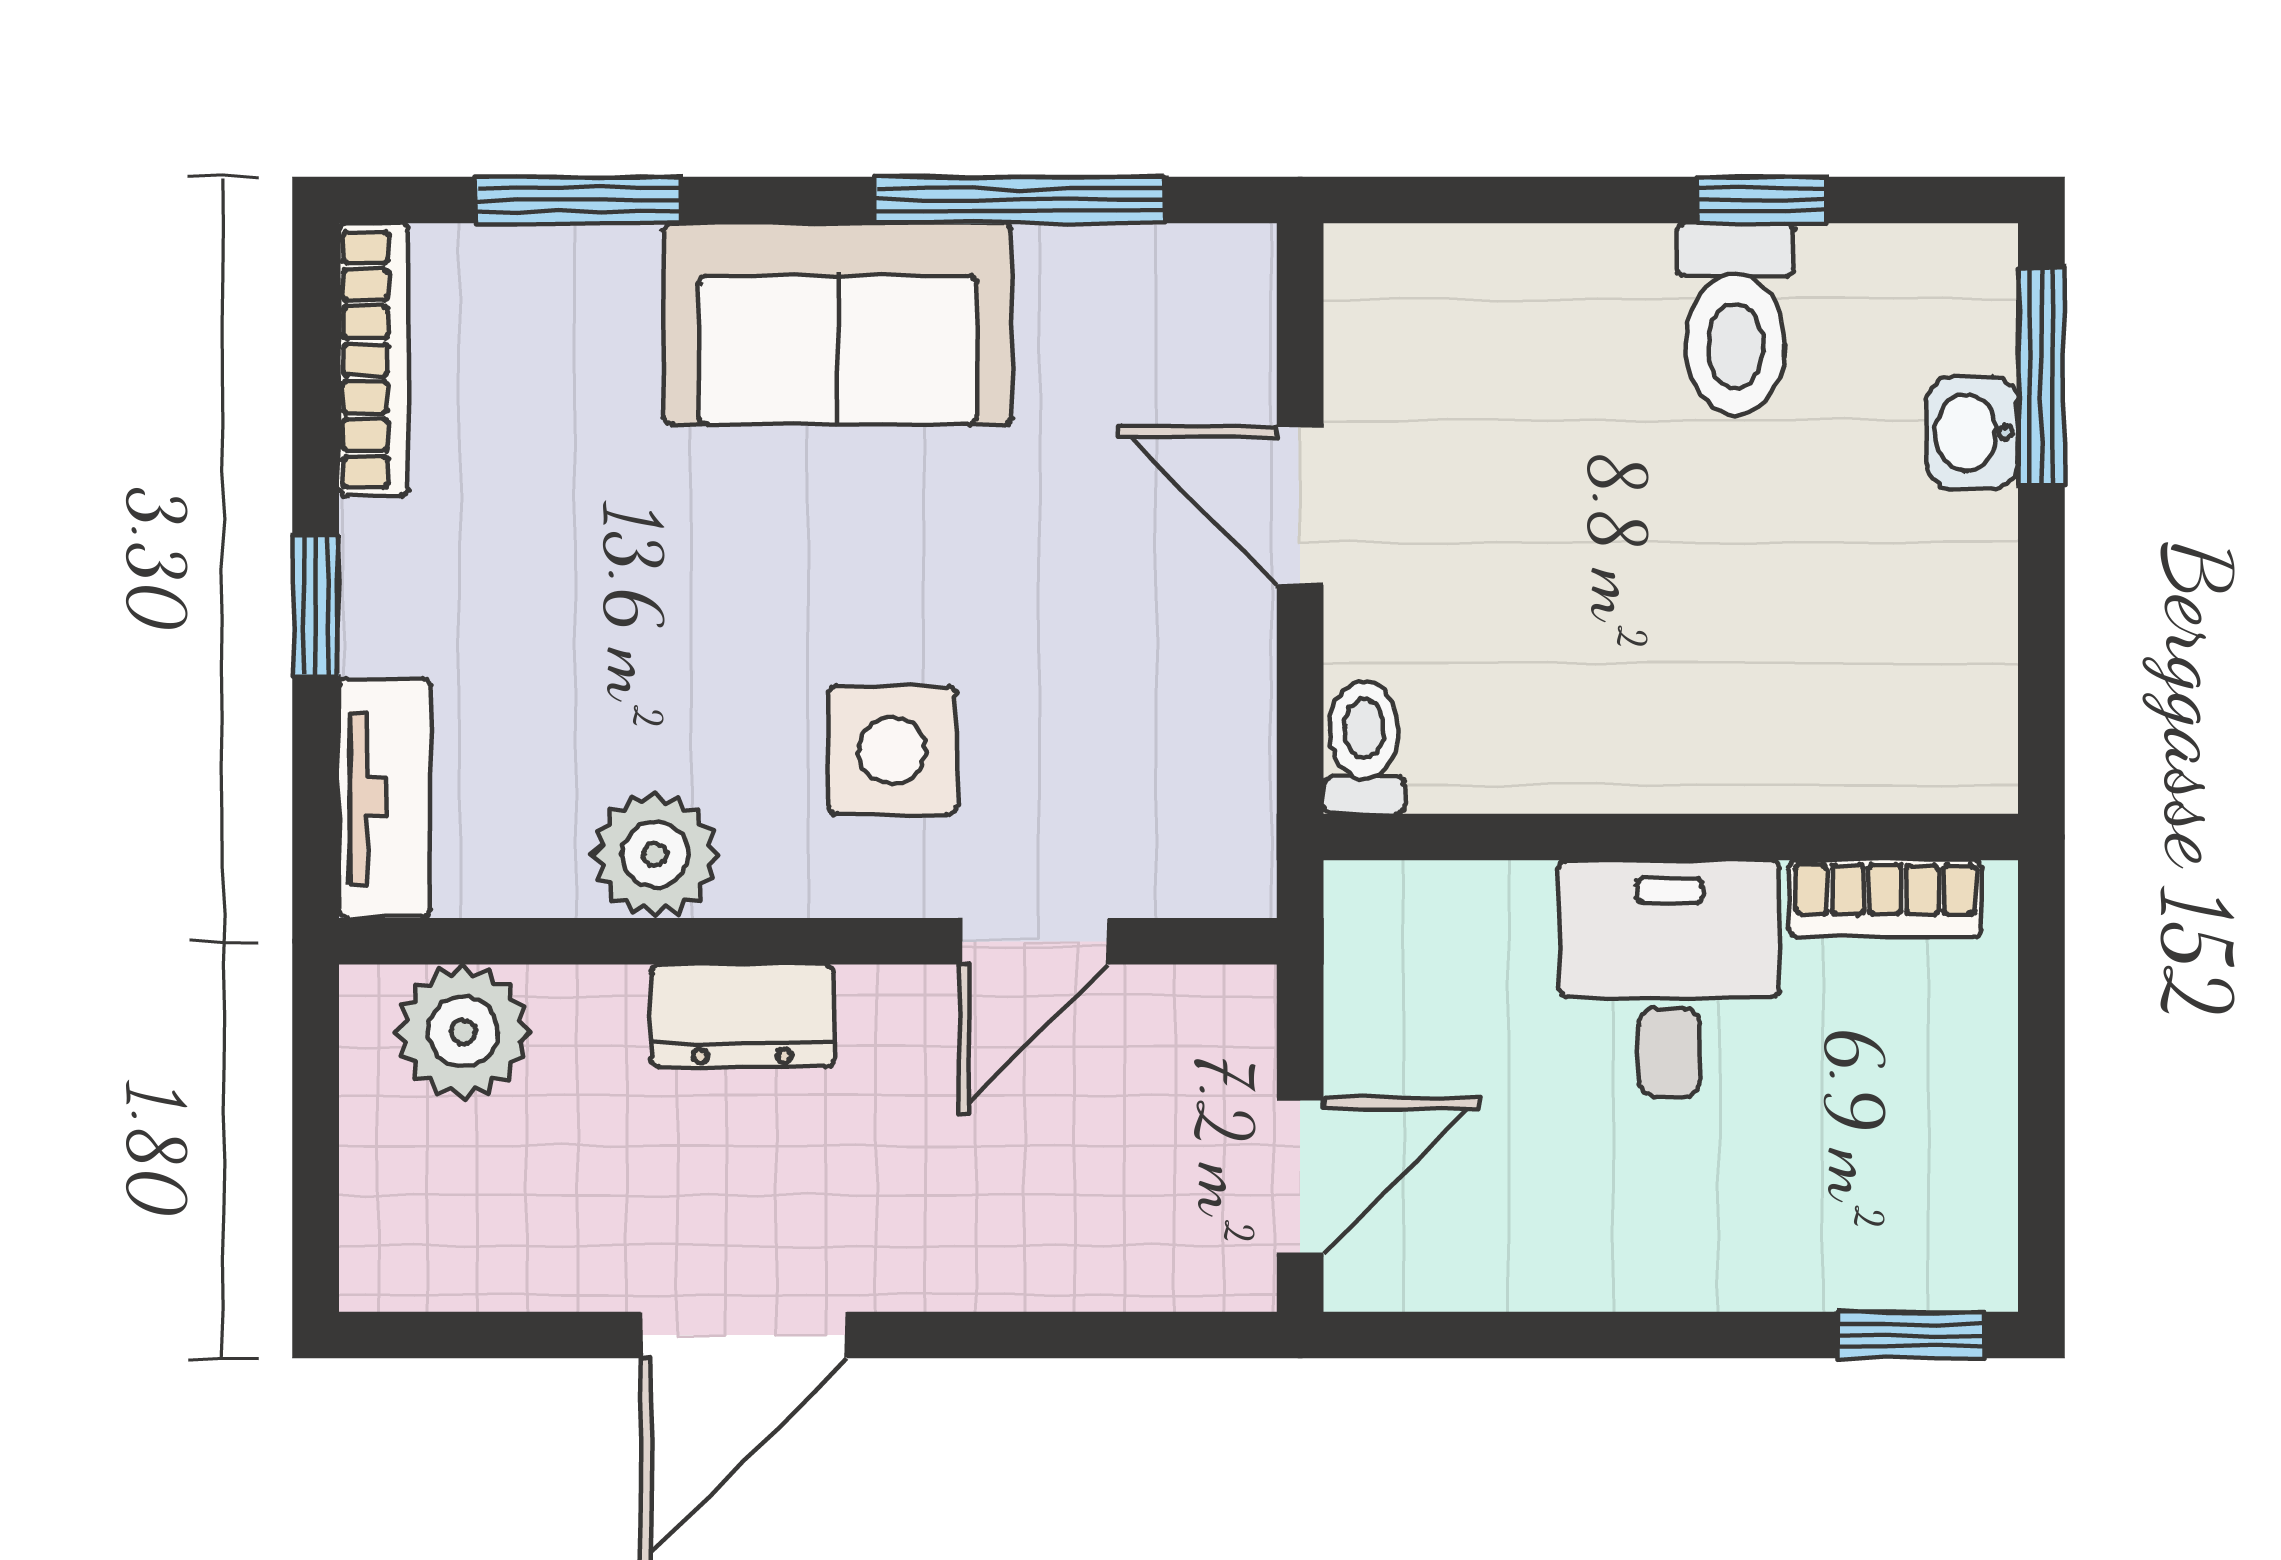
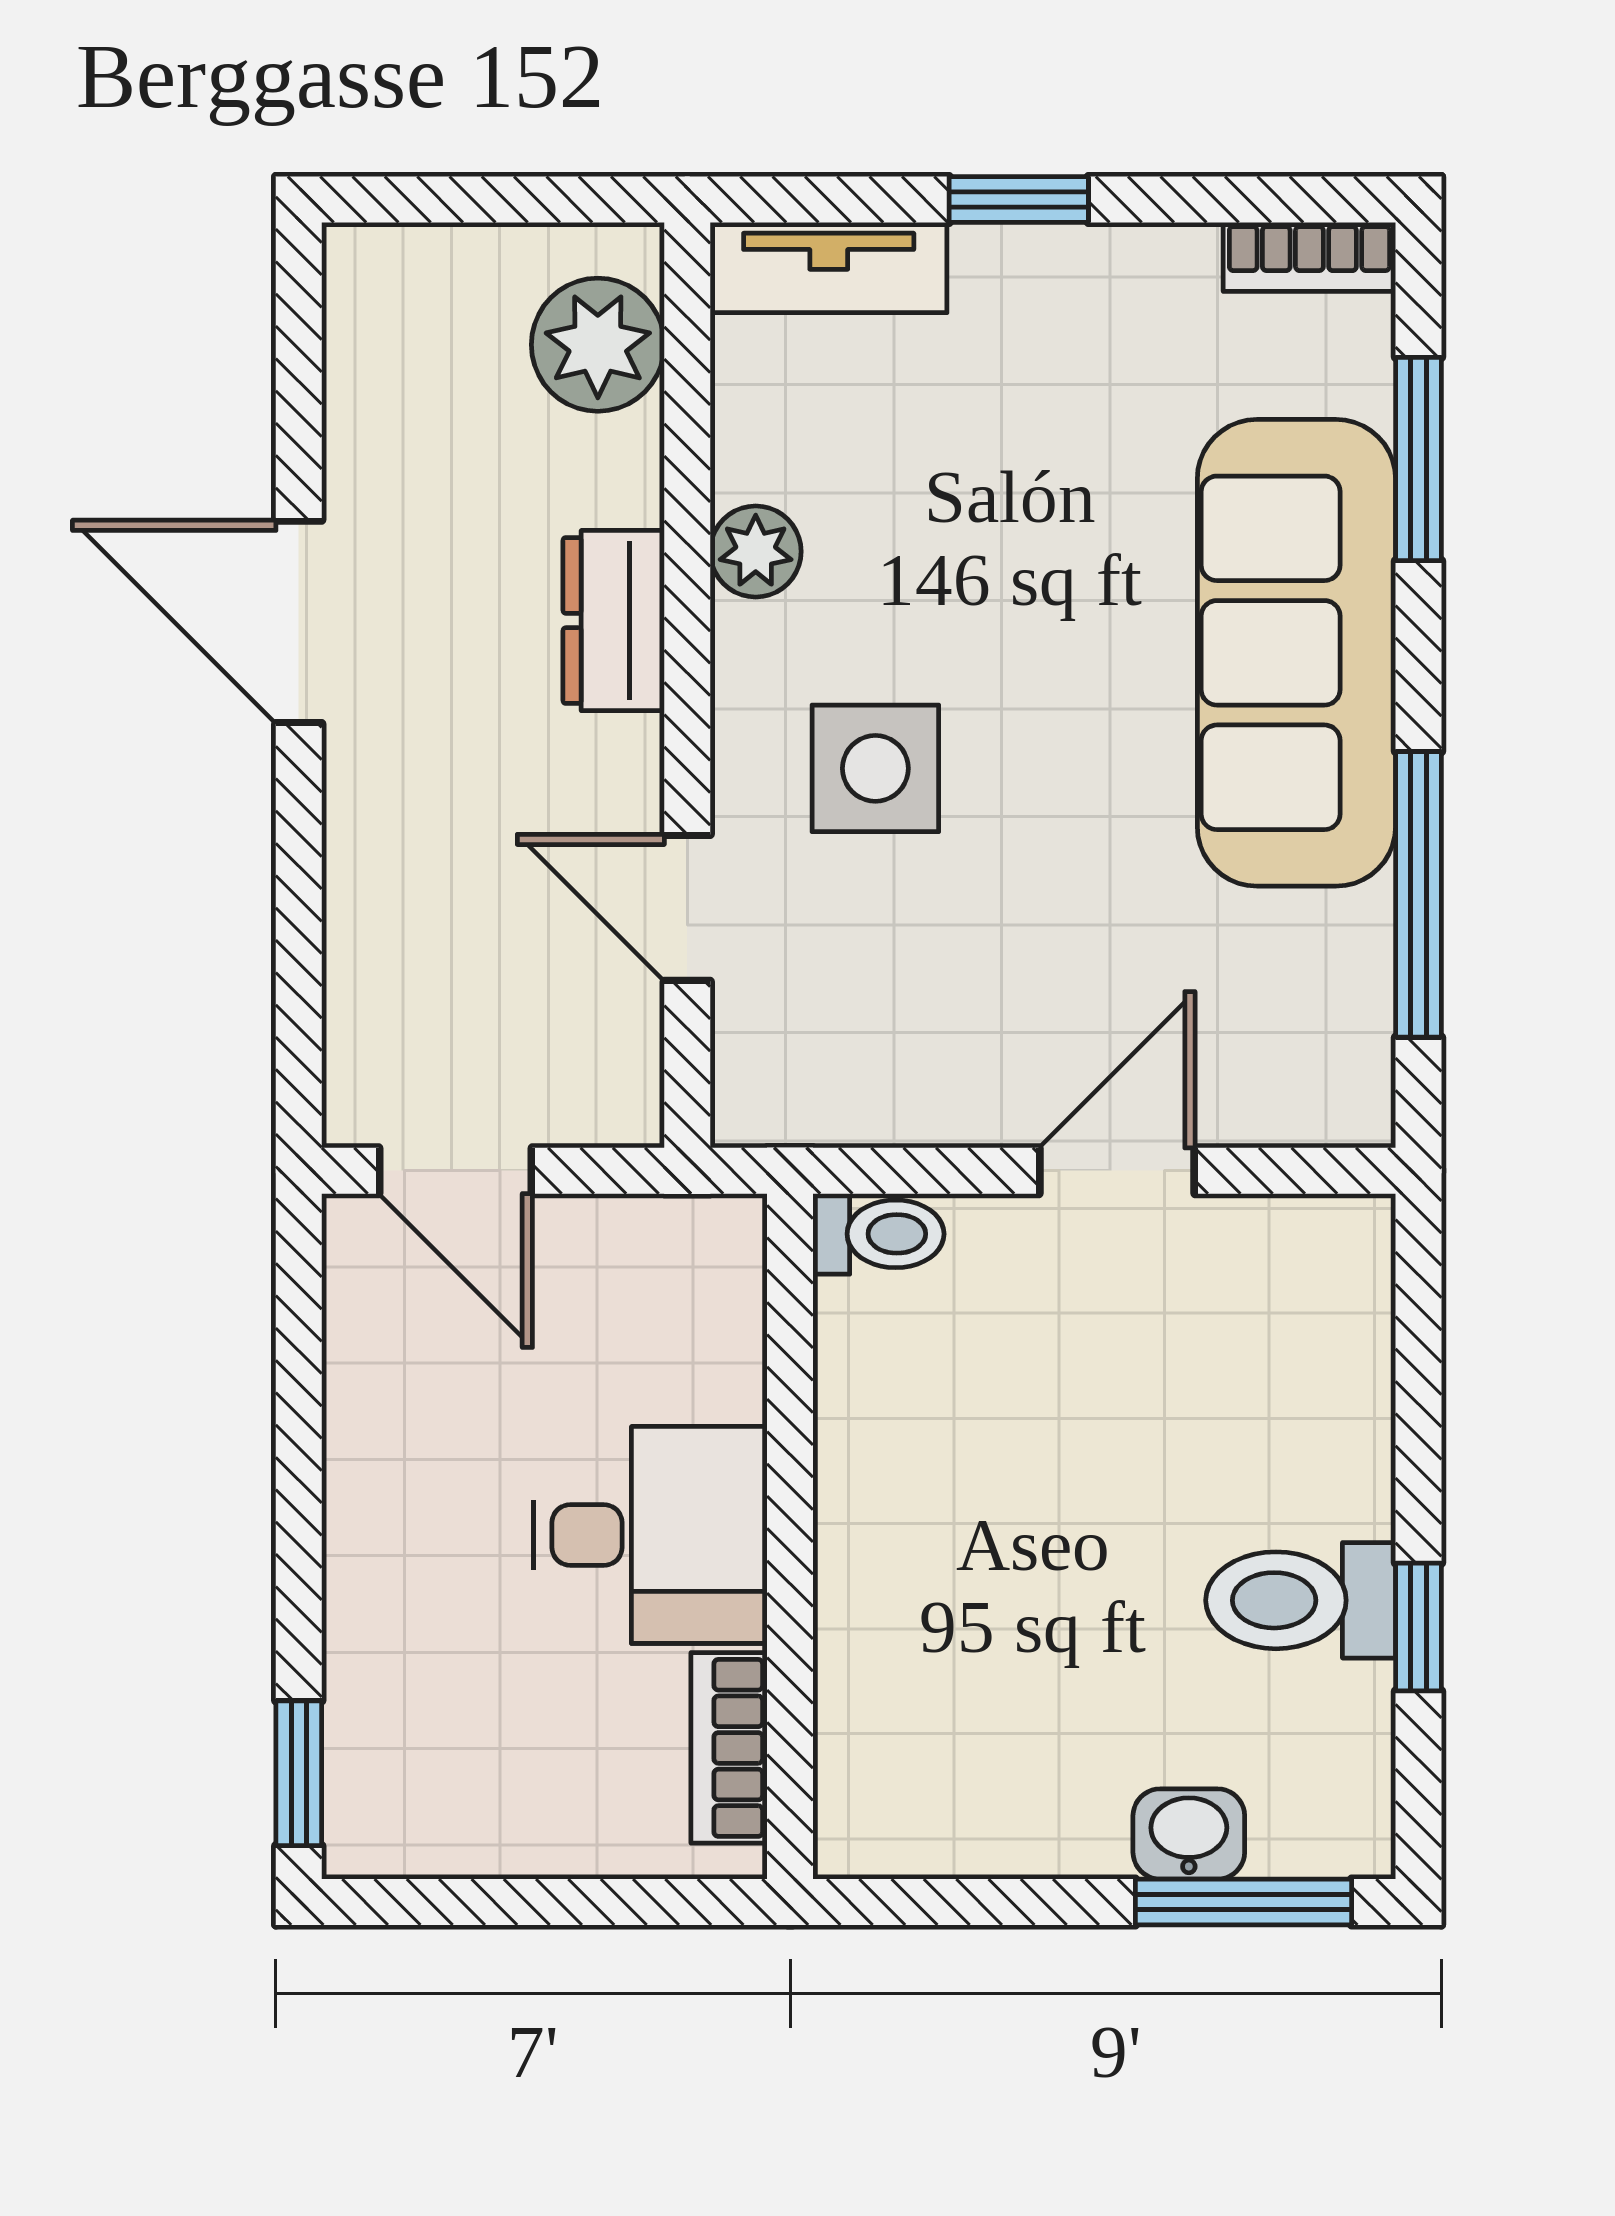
sofa: (838, 324) -> (1296, 653), width x1.36
bookcase: (374, 360) -> (1309, 257), width x0.64
plant: (655, 855) -> (756, 551), width x0.73, depth x0.73

